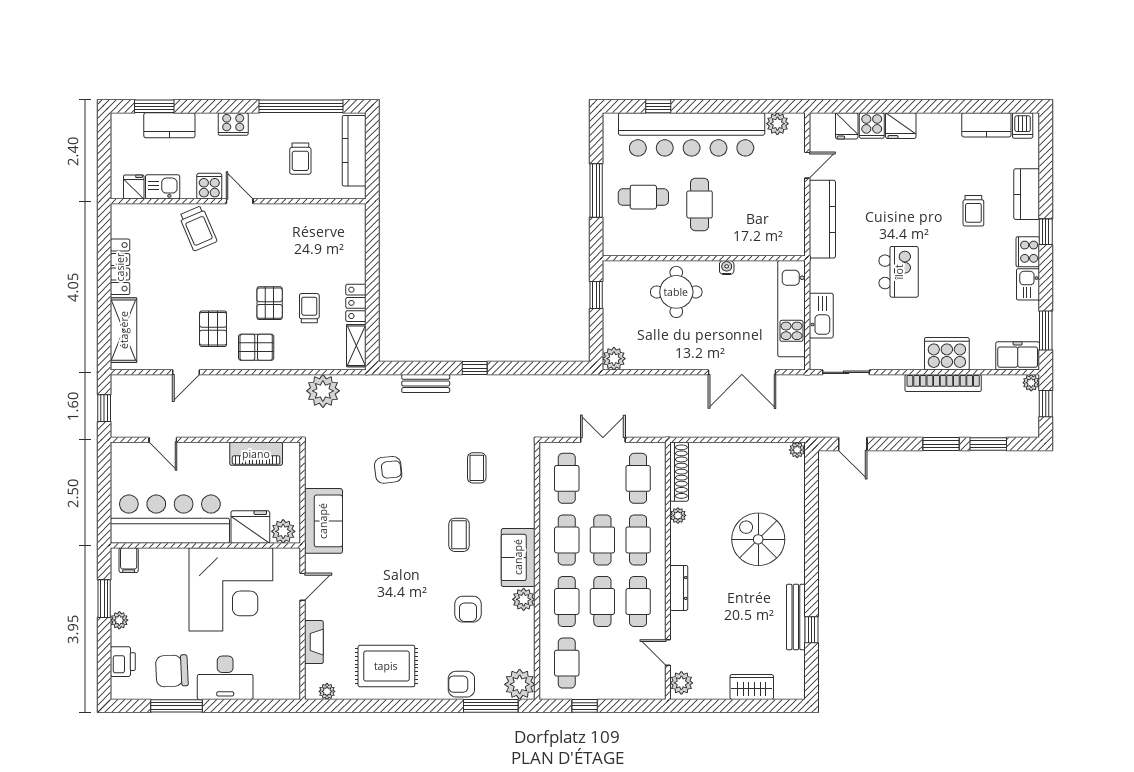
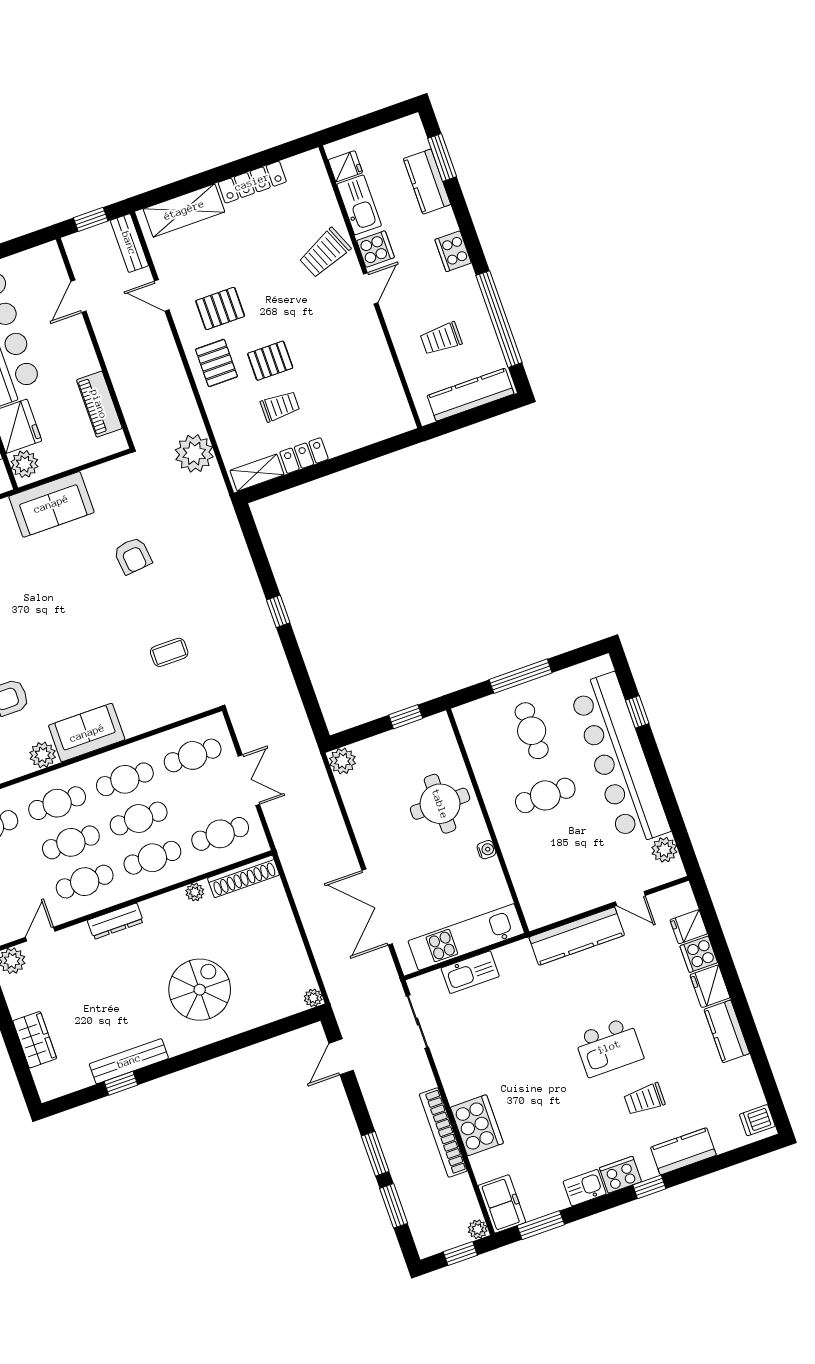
kitchen counter: (986, 125) -> (727, 1031), moved
kitchen sink: (163, 187) -> (359, 205), width x1.38
kitchen island: (899, 272) -> (609, 1047), moved
bench: (426, 383) -> (129, 243), moved
coffee table: (459, 535) -> (89, 659), removed

